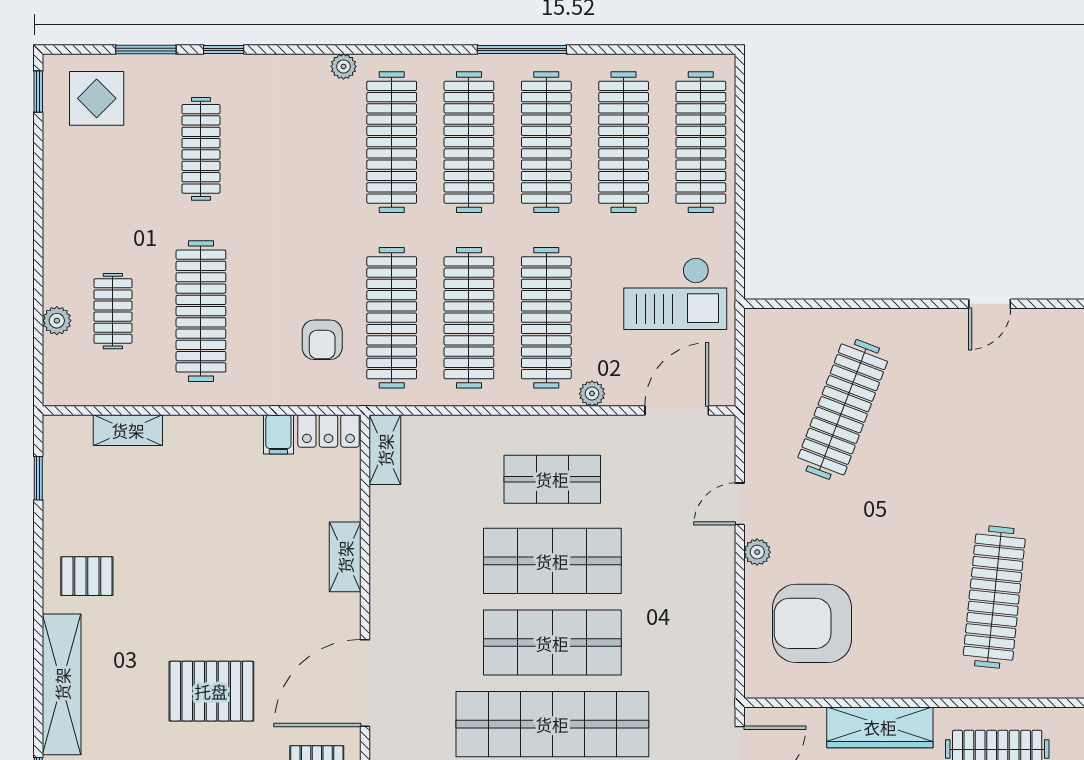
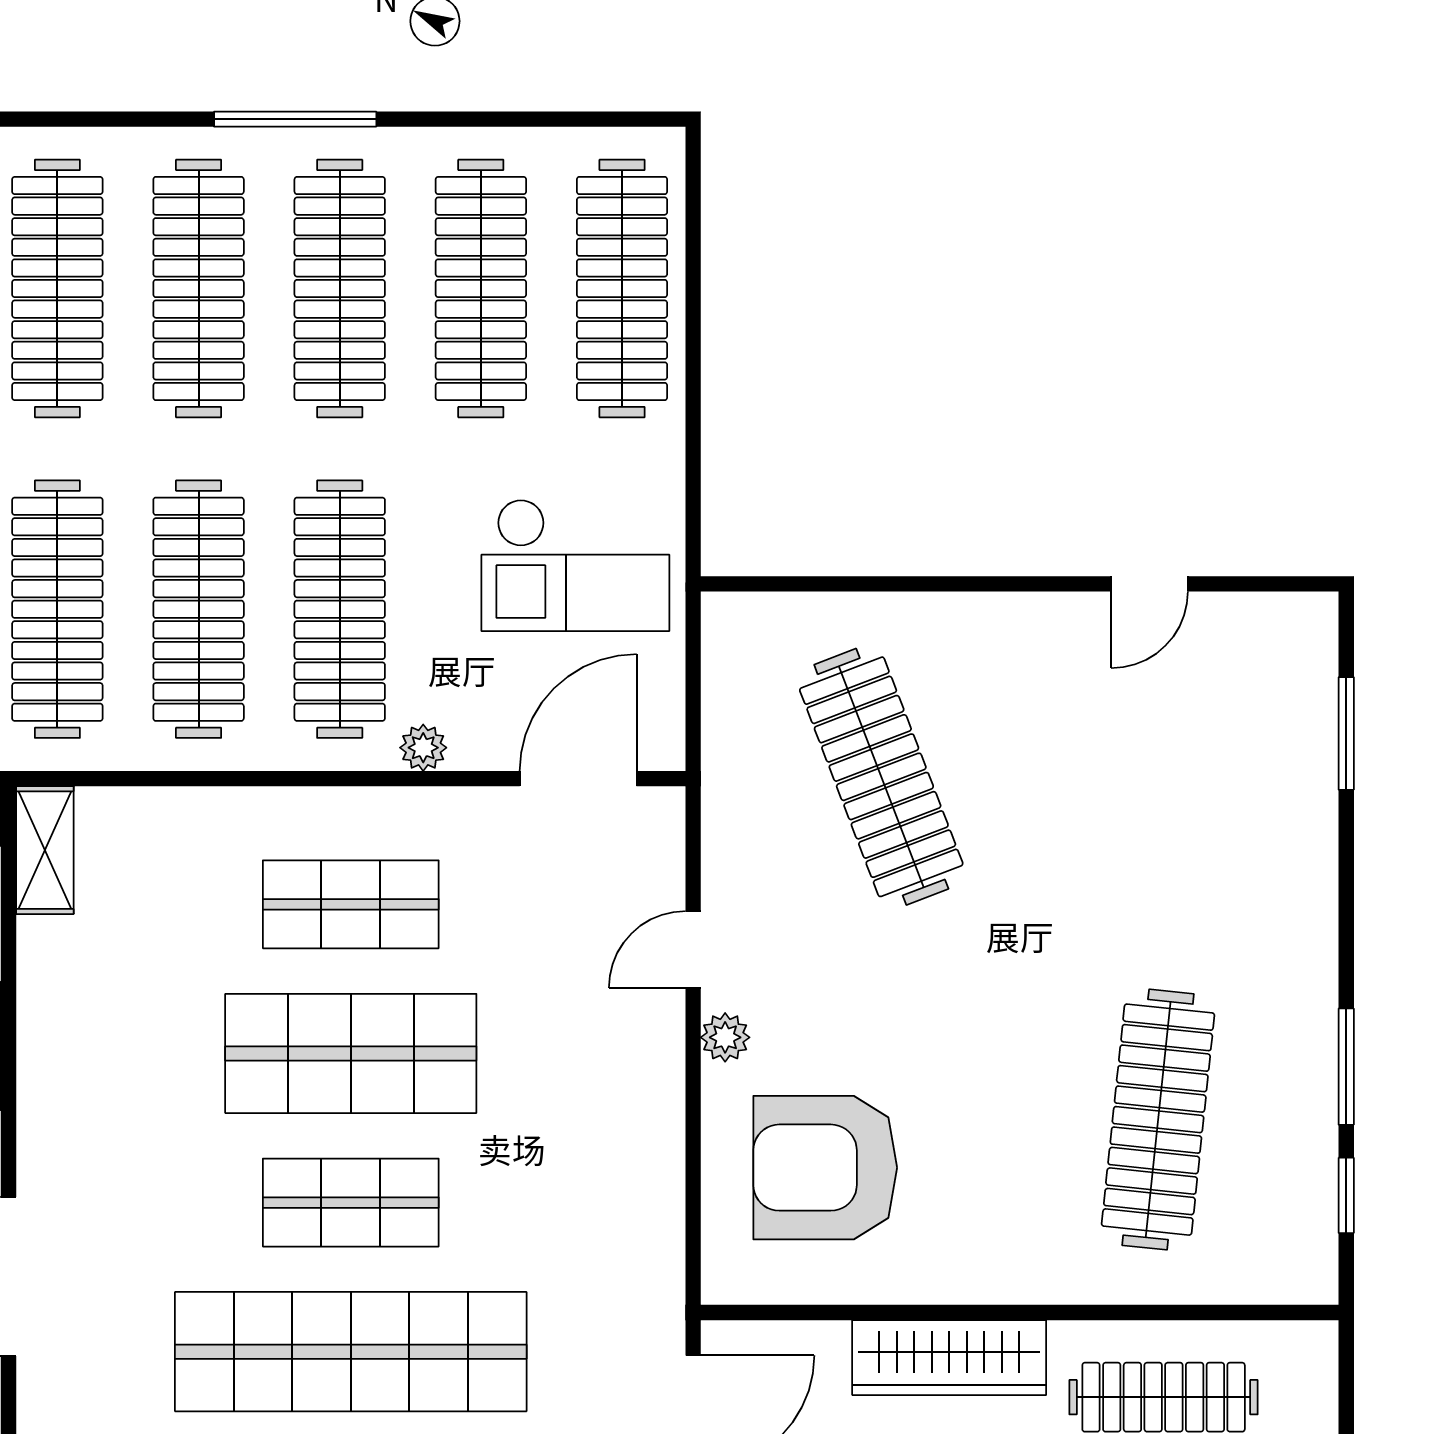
clothes rail: (843, 409) -> (881, 777), turned -42
shop shelf: (552, 643) -> (351, 1203), width x0.70, depth x0.74

